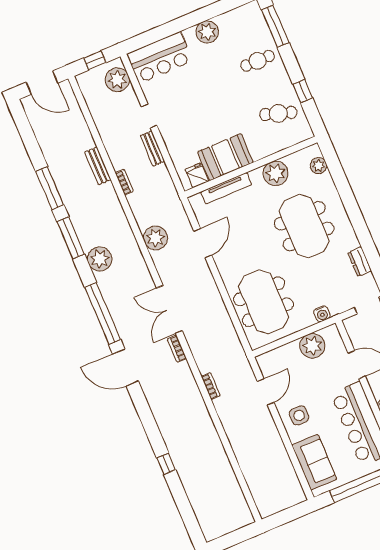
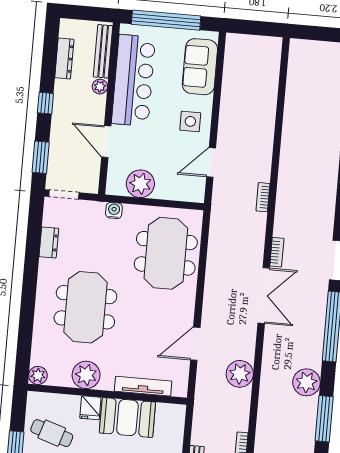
plant: (318, 166) -> (38, 375), moved
fridge: (197, 175) -> (90, 408), moved

